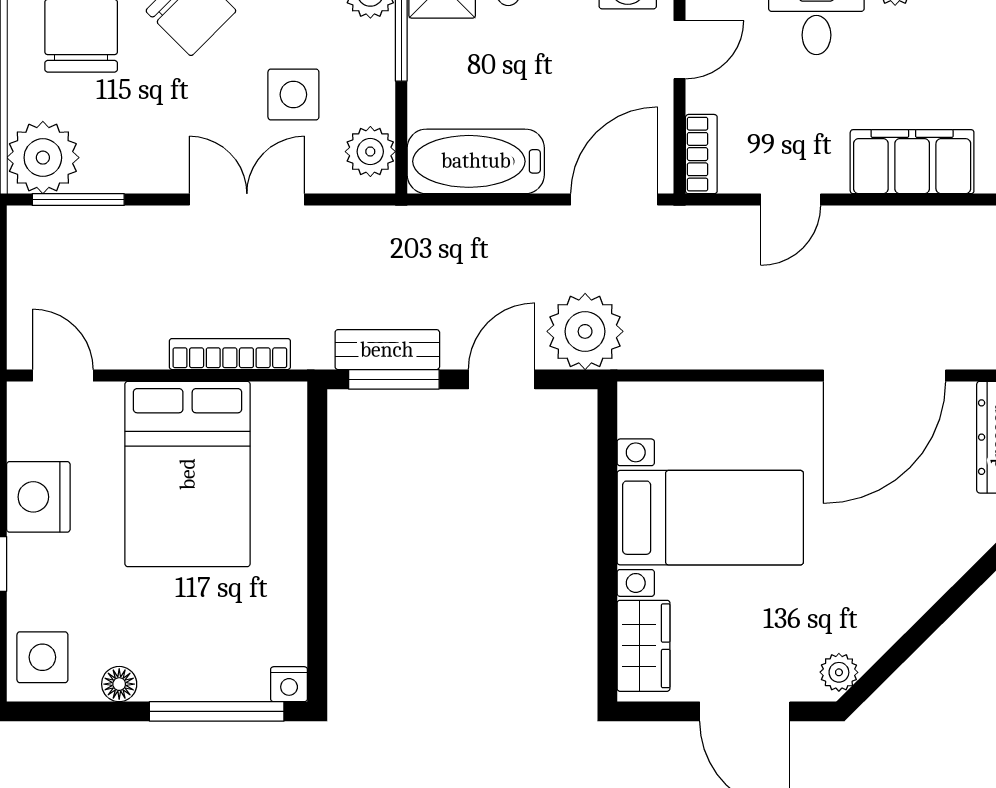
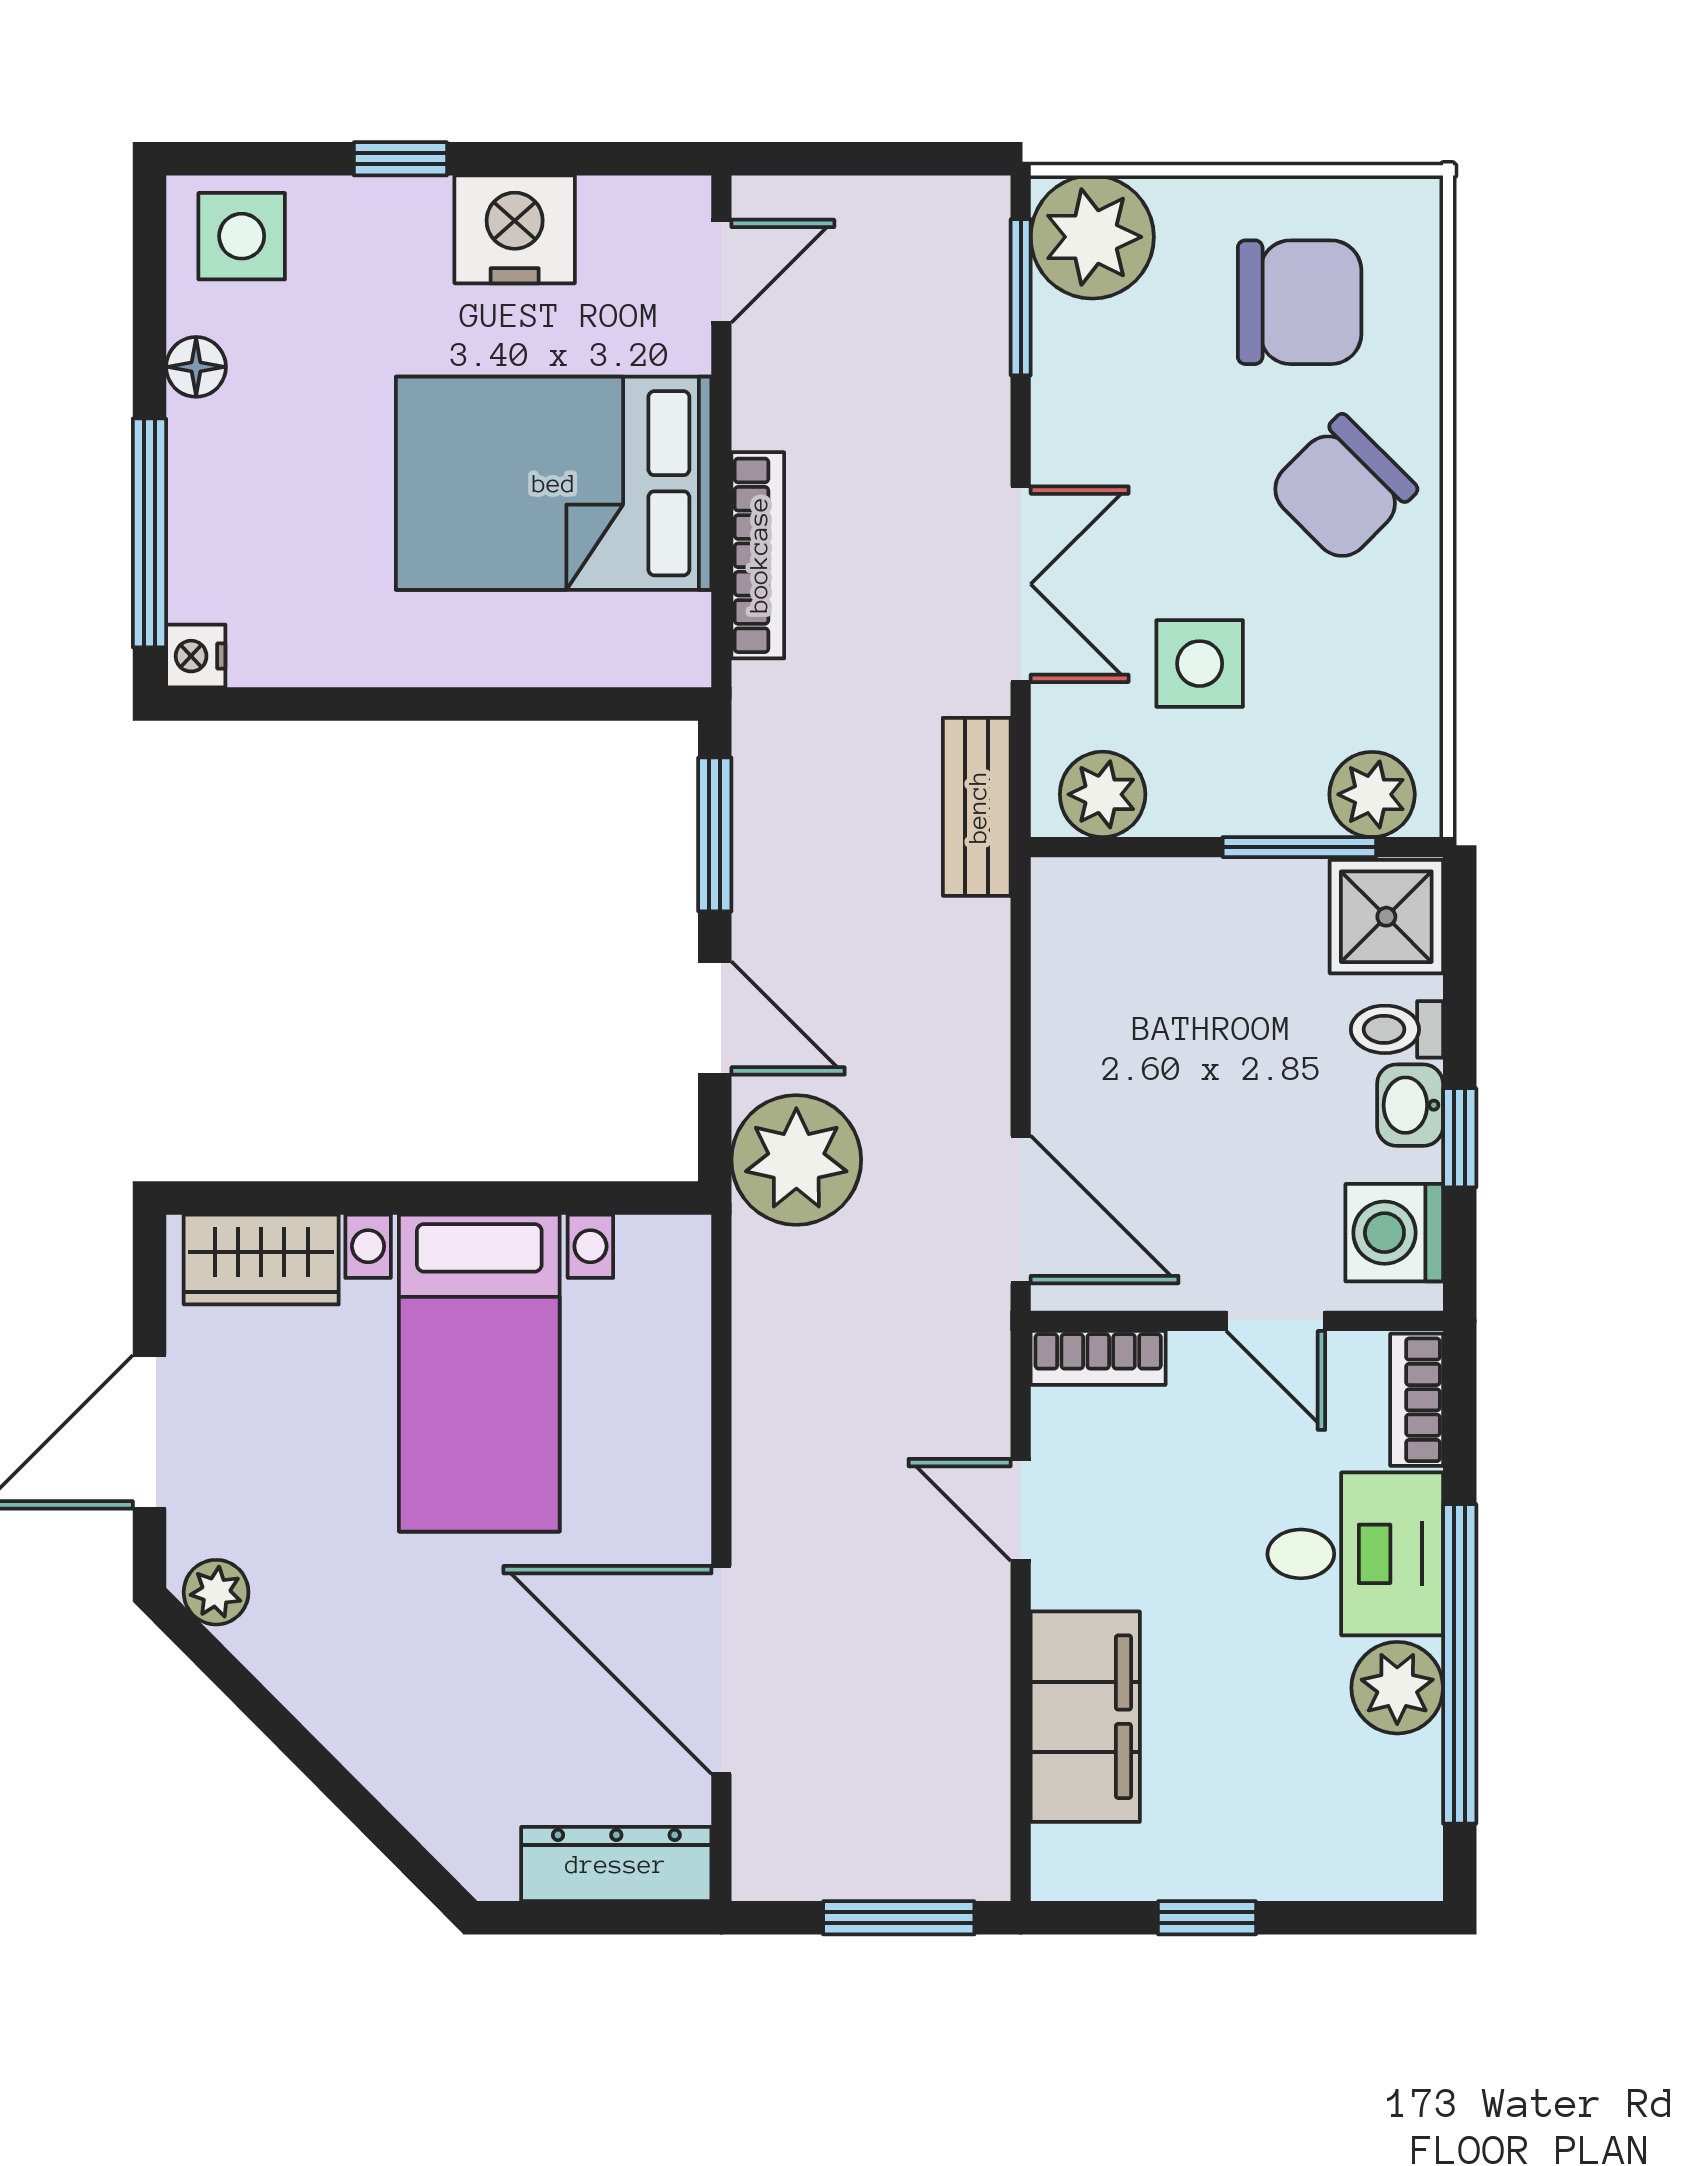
bathtub: (476, 161) -> (1086, 974), removed
bench: (387, 350) -> (977, 807), moved

